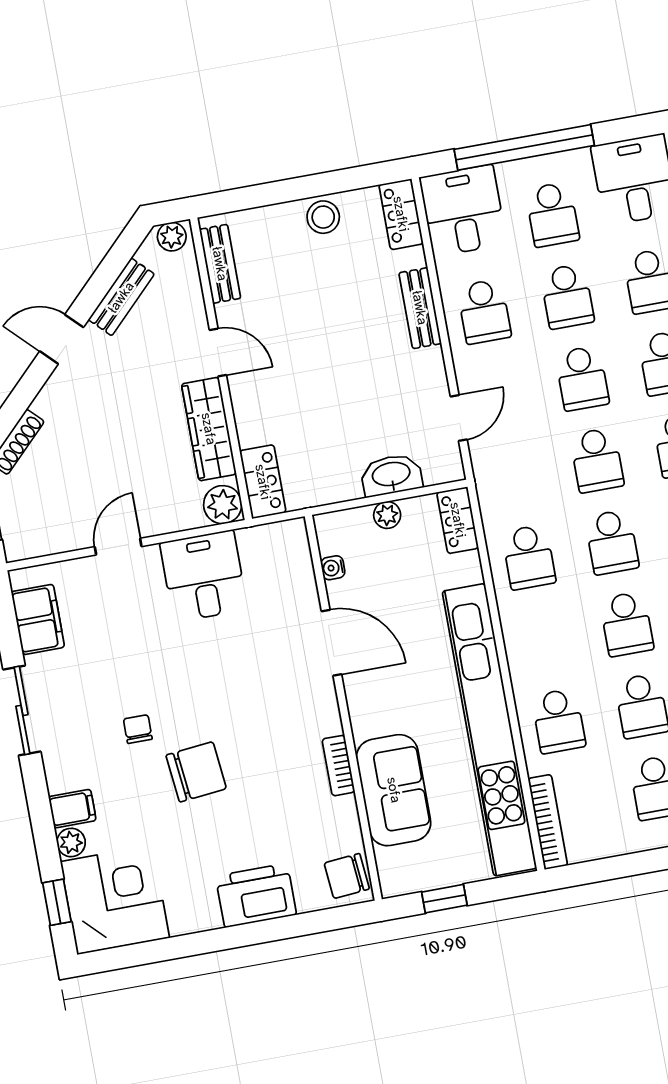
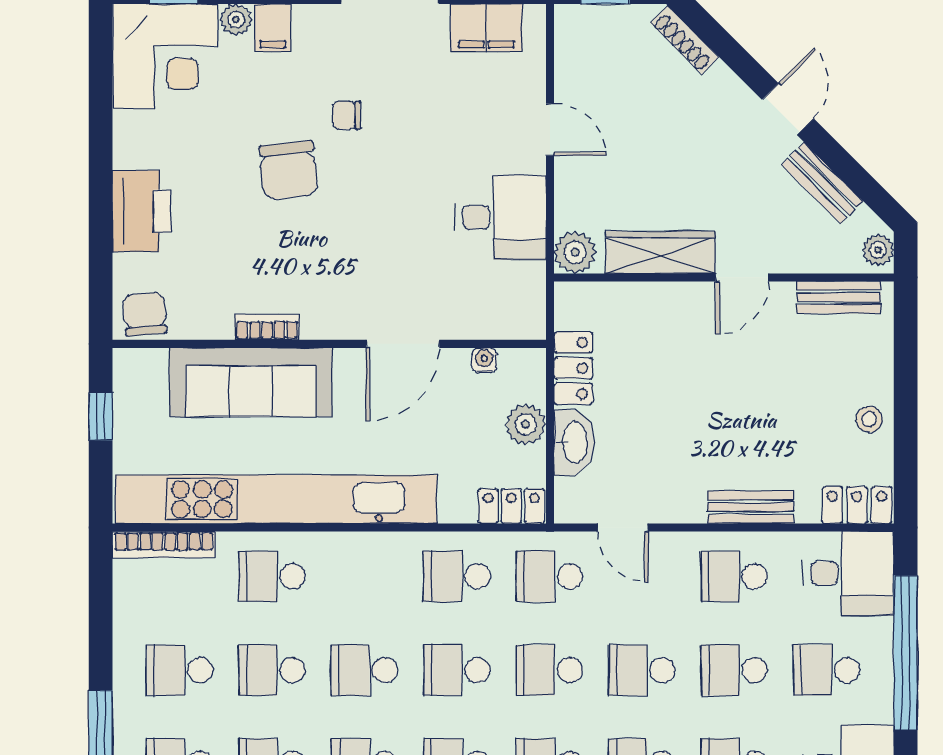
stool: (323, 217) -> (869, 419), width x0.73, depth x0.73
school desk: (514, 475) -> (549, 576), added
locker: (263, 482) -> (573, 368), moved, turned -90
plant: (387, 515) -> (526, 424), width x1.38, depth x1.38
chair: (138, 729) -> (347, 115), turned 180
sofa: (394, 790) -> (251, 382), width x1.36

